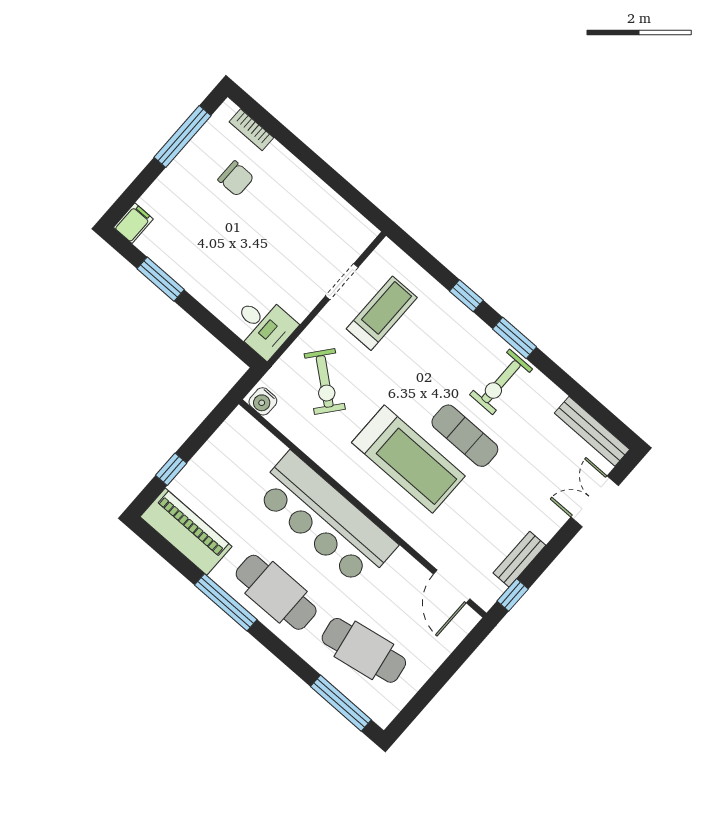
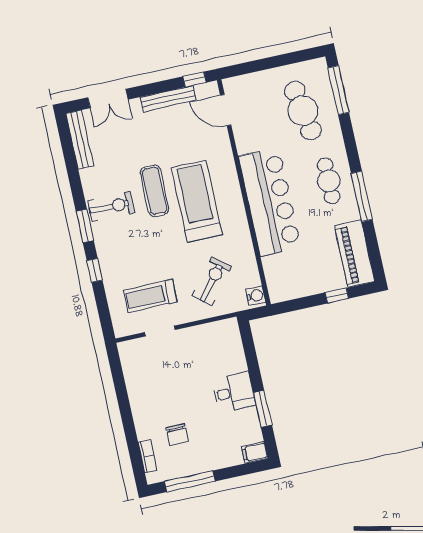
chair: (236, 179) -> (177, 435), turned 180
desk: (263, 326) -> (234, 392), moved, turned 90
bench: (519, 559) -> (168, 99), width x1.36
door: (452, 586) -> (226, 110), swing flipped
cafe table: (276, 592) -> (329, 181), width x0.73, depth x0.74

